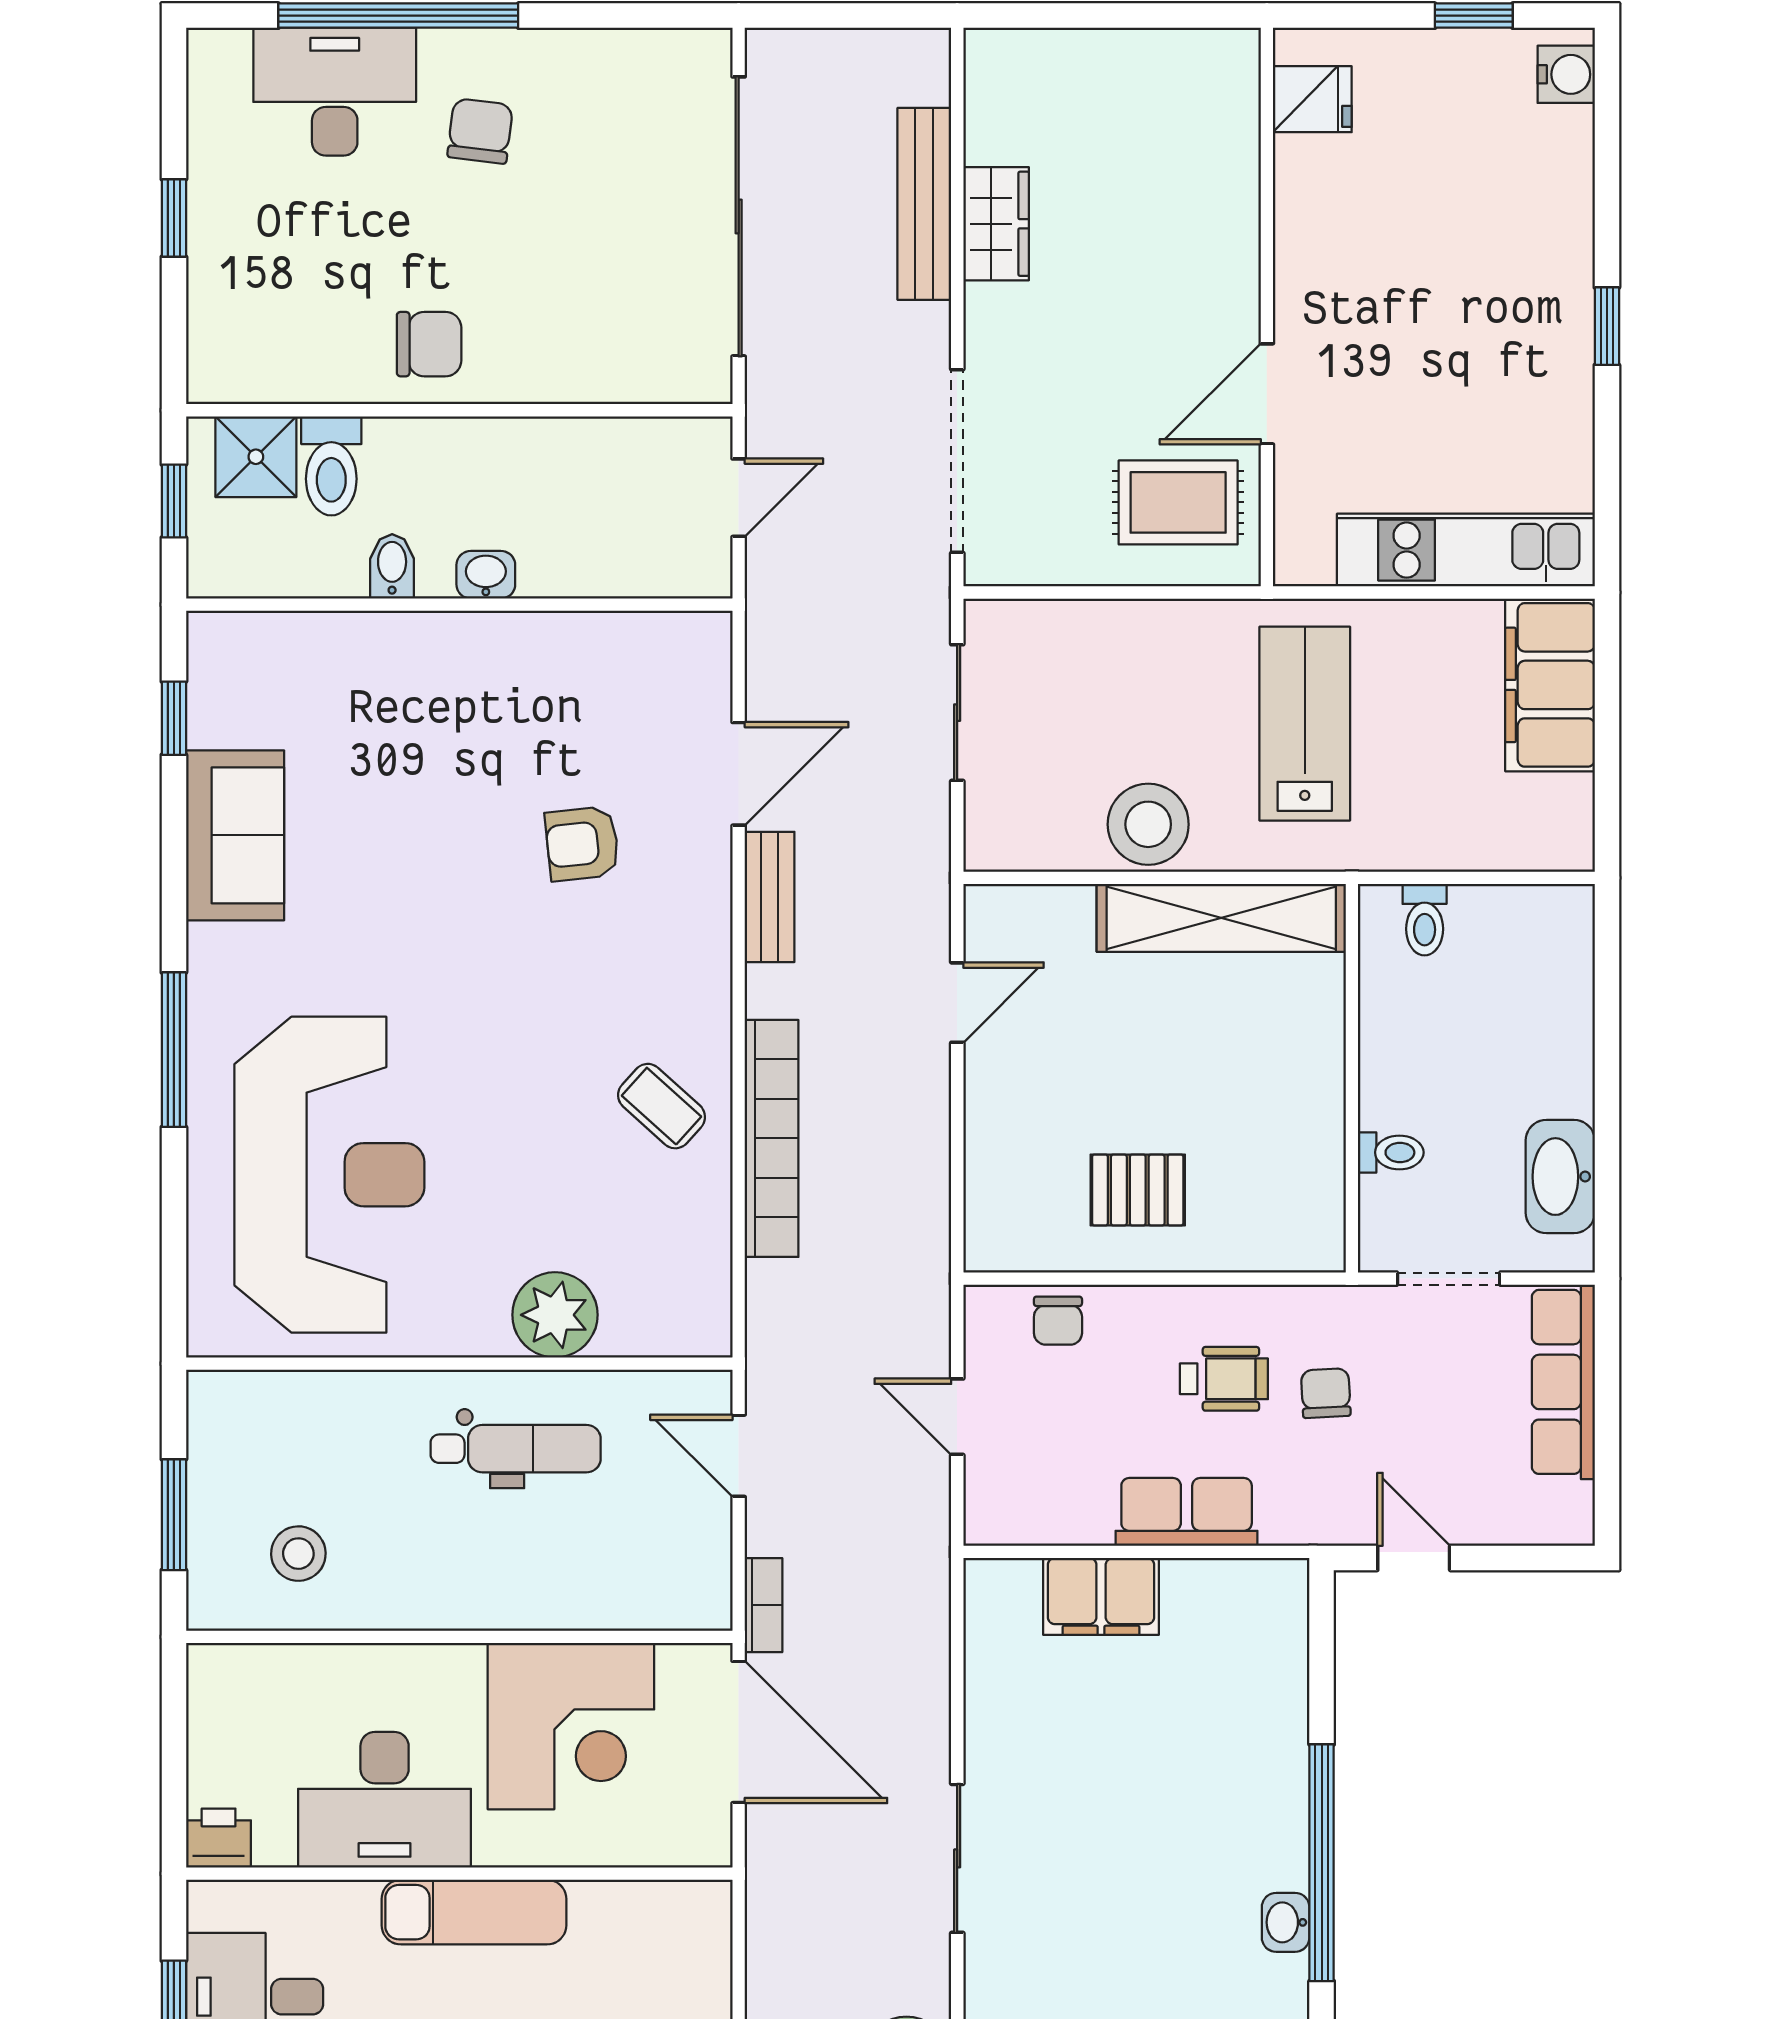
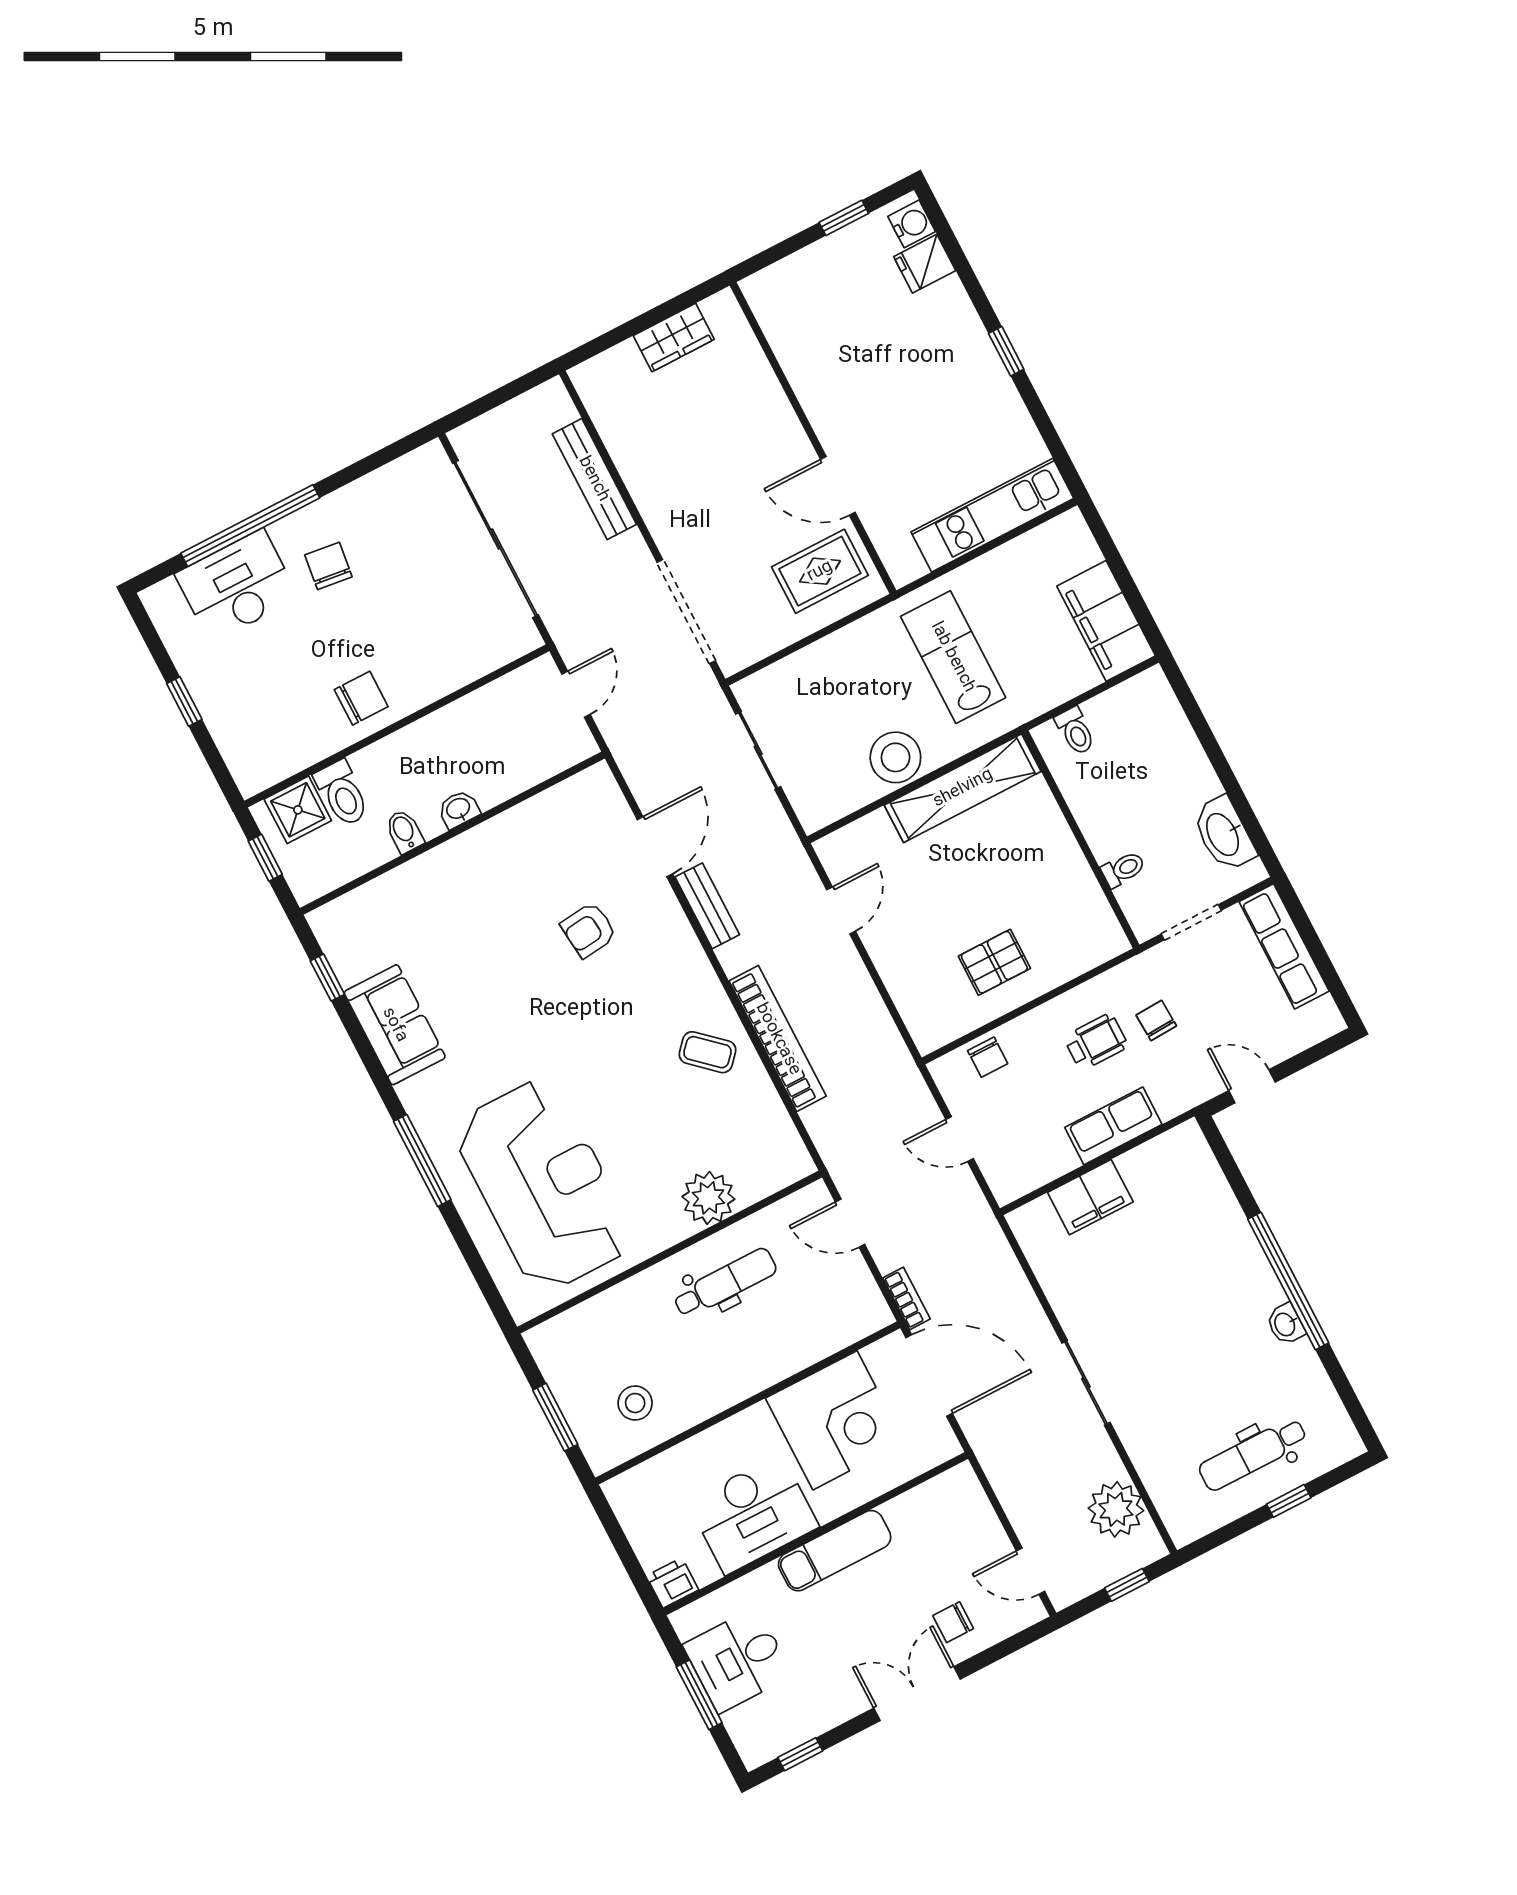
fridge: (1312, 99) -> (925, 264), moved, turned 180
wardrobe: (996, 224) -> (674, 338), moved, turned 90
door: (1267, 394) -> (838, 486), hinge flipped
filing cabinet: (1550, 685) -> (1106, 621), moved

